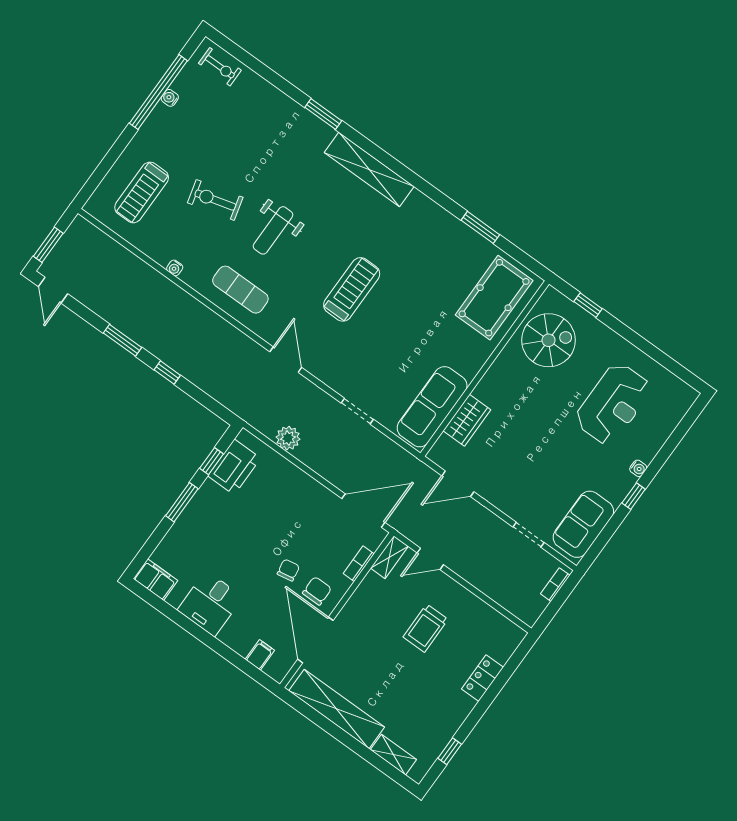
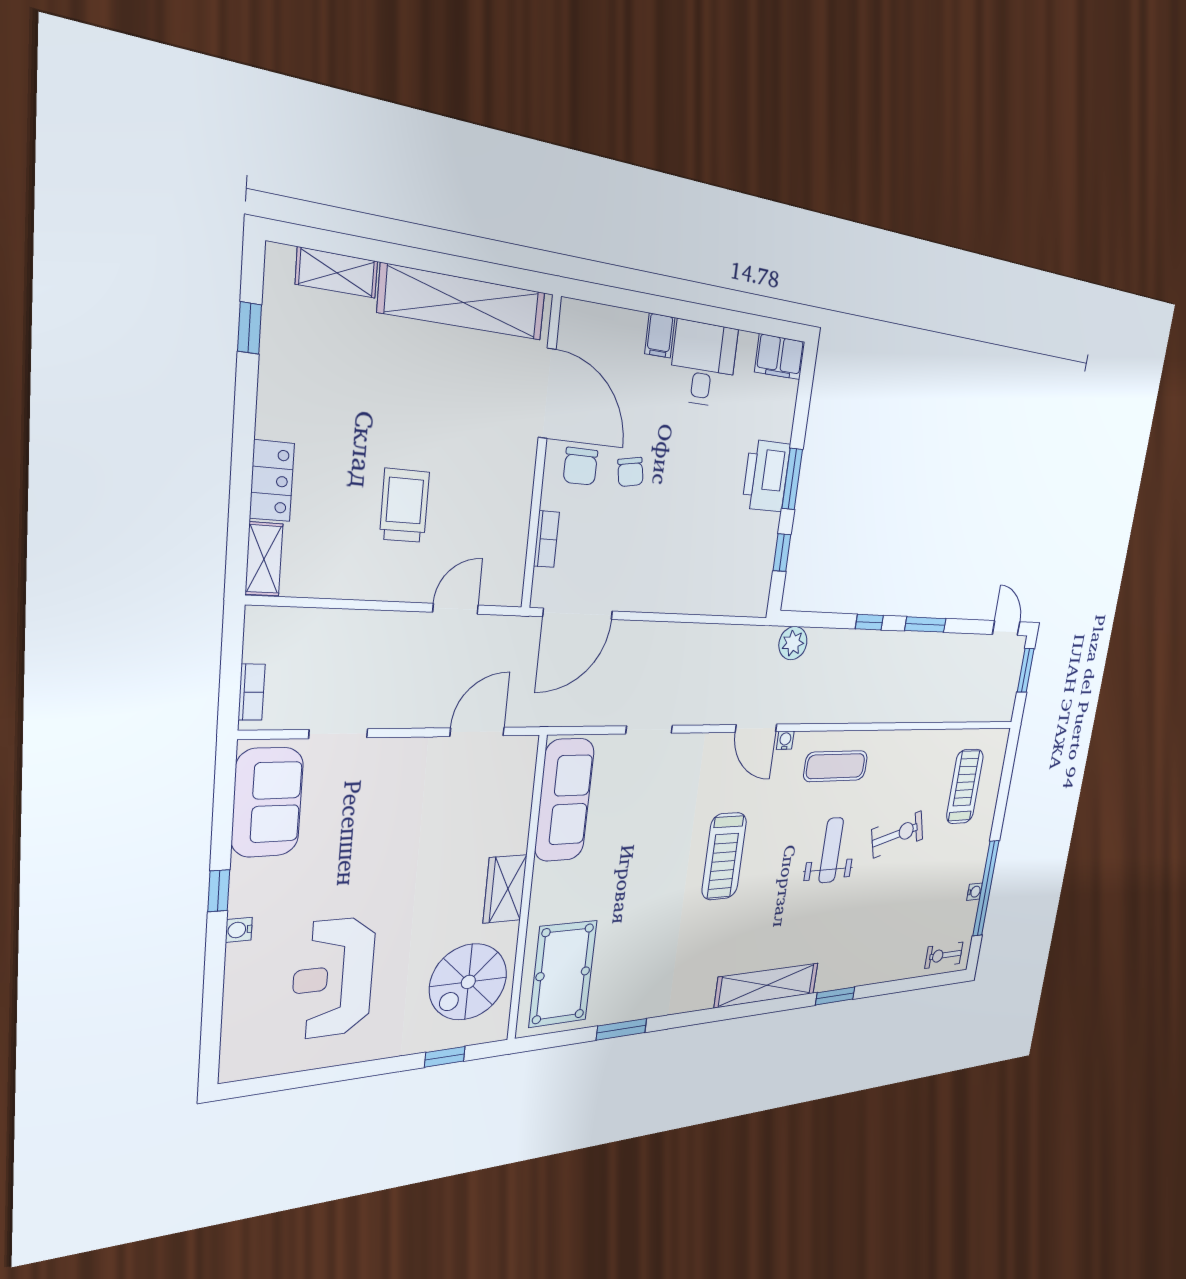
water cooler: (175, 268) -> (785, 740), moved
wardrobe: (467, 420) -> (505, 889), moved
plant: (288, 438) -> (793, 643), moved
printer: (234, 467) -> (766, 476), moved
shelving: (389, 557) -> (264, 559), moved
filing cabinet: (260, 655) -> (660, 336), moved

